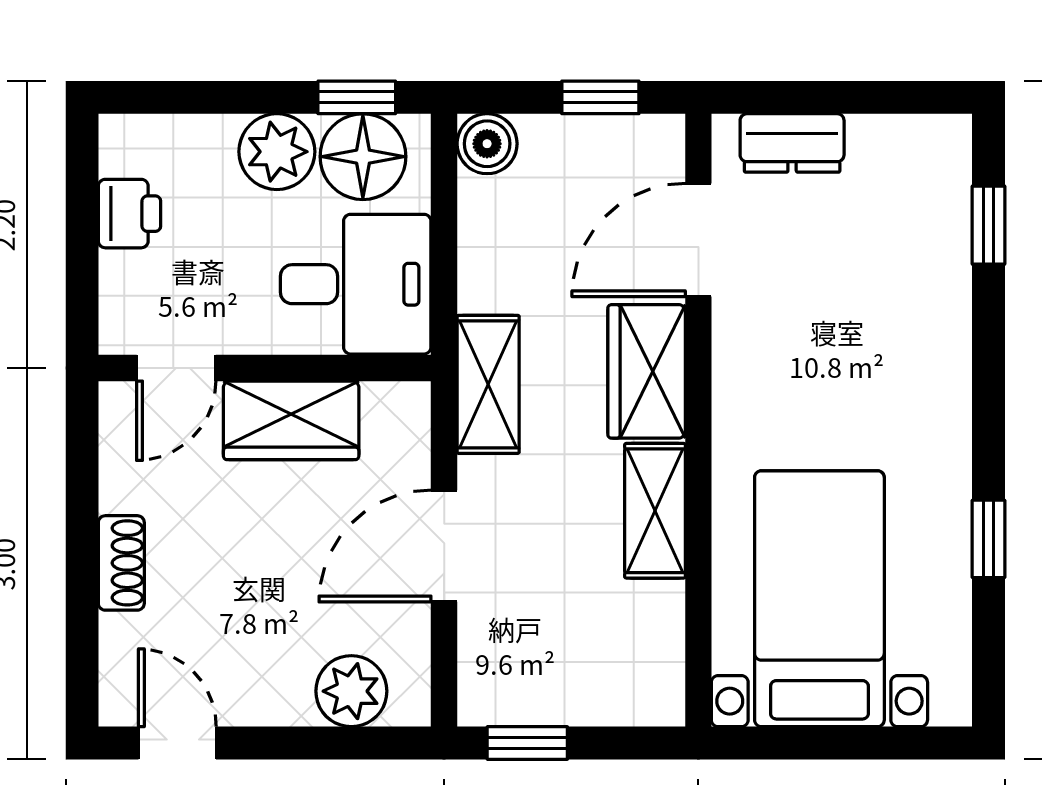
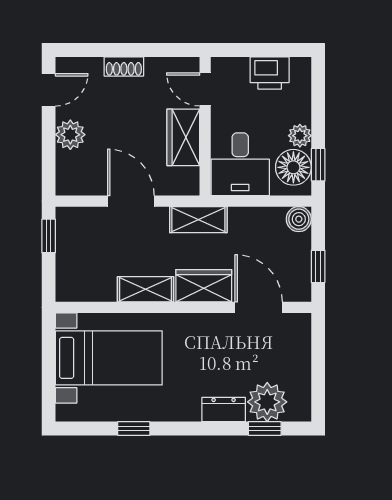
dresser: (792, 143) -> (224, 409), moved, turned 90
plant: (277, 152) -> (300, 136), width x0.73, depth x0.73
printer: (130, 214) -> (270, 73), width x1.36, depth x1.24
plant: (925, 219) -> (267, 402), added
plant: (351, 691) -> (70, 135), moved

